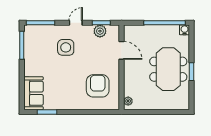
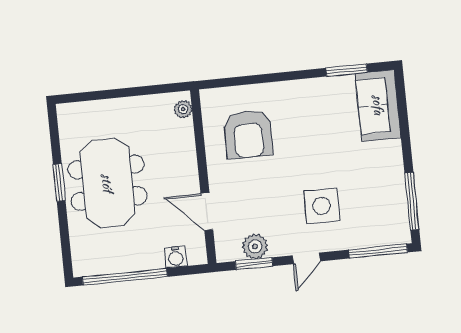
water cooler: (185, 30) -> (176, 257), moved

